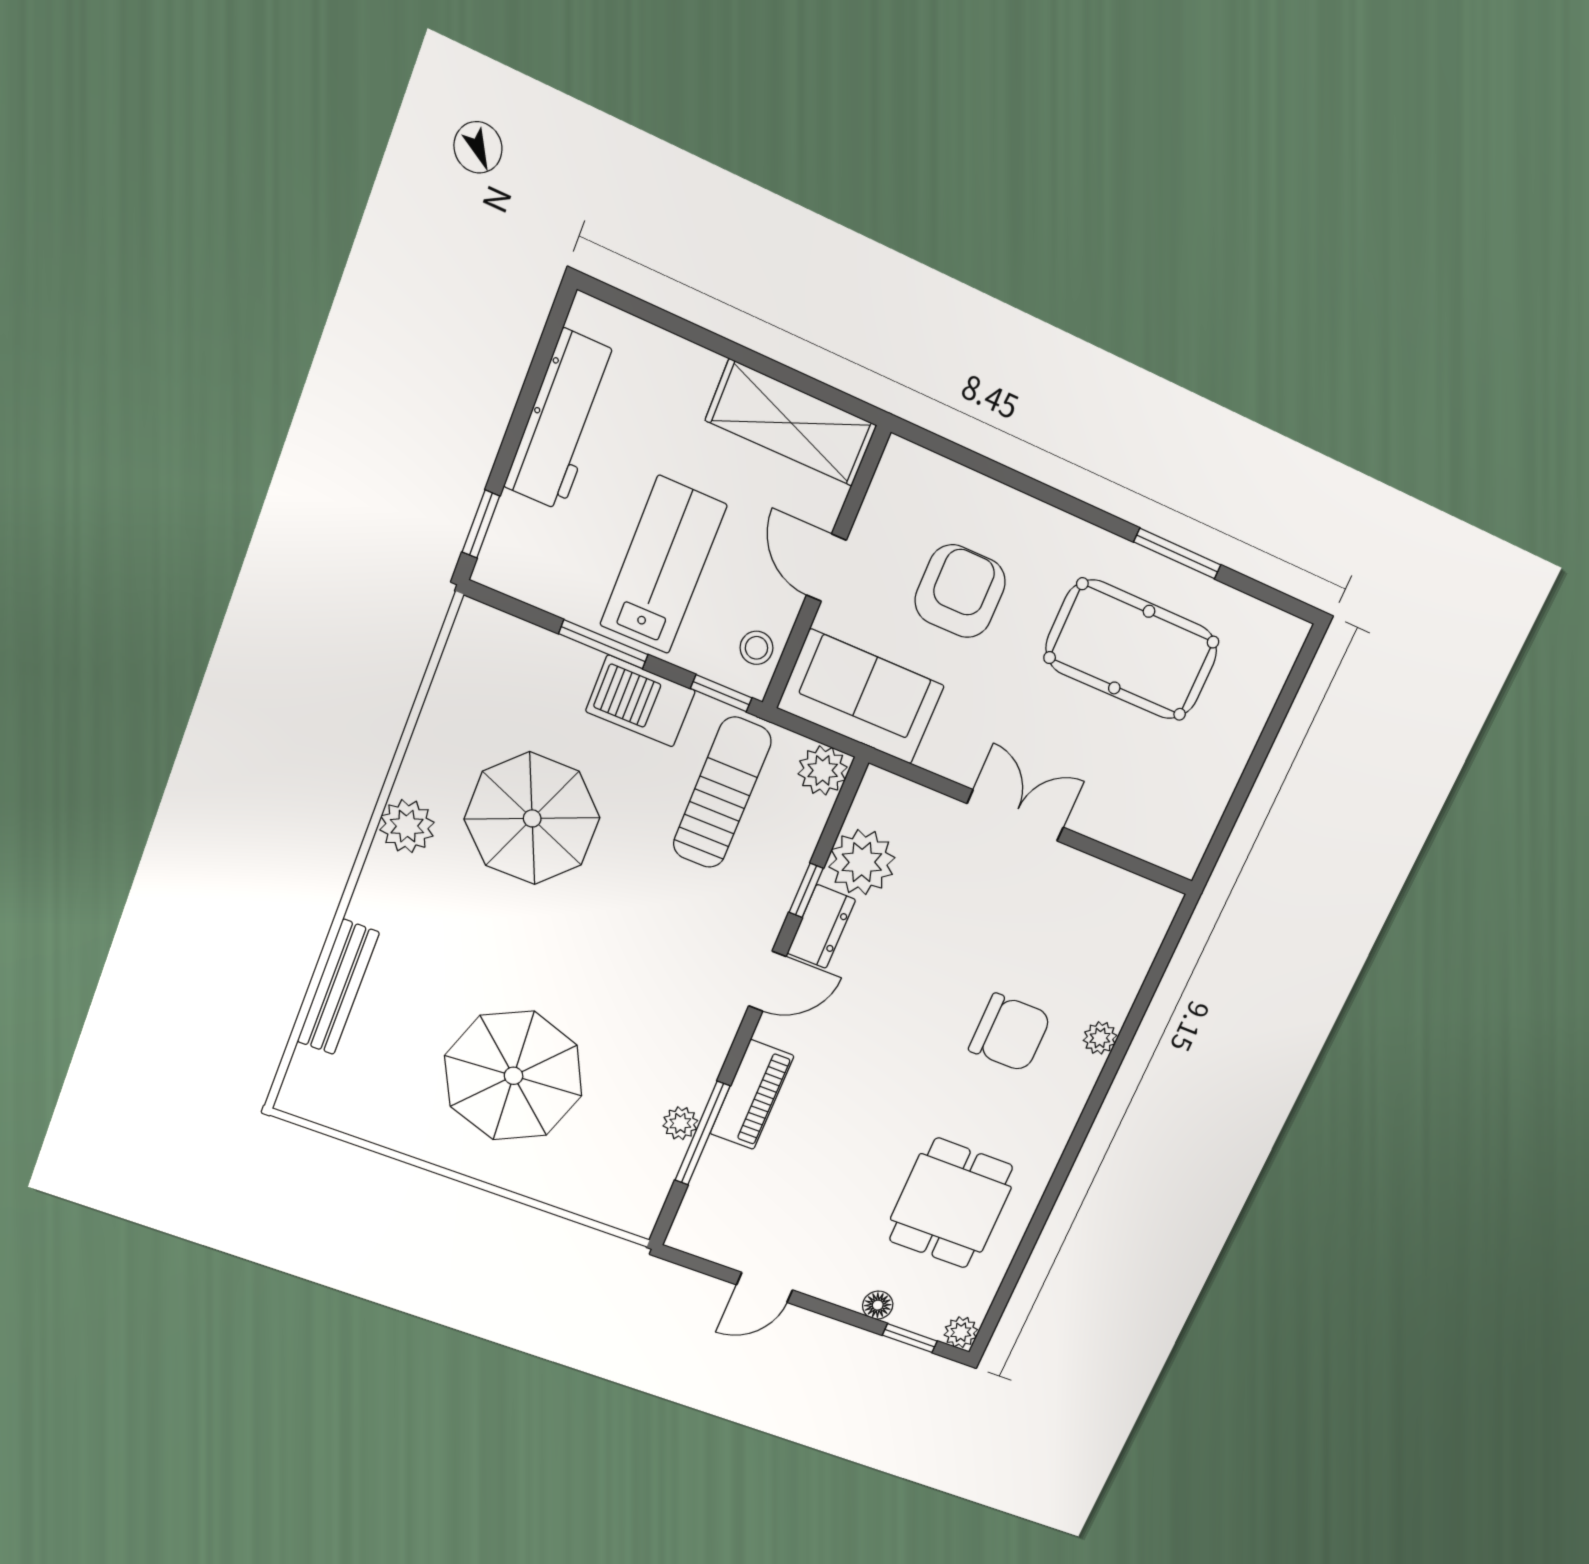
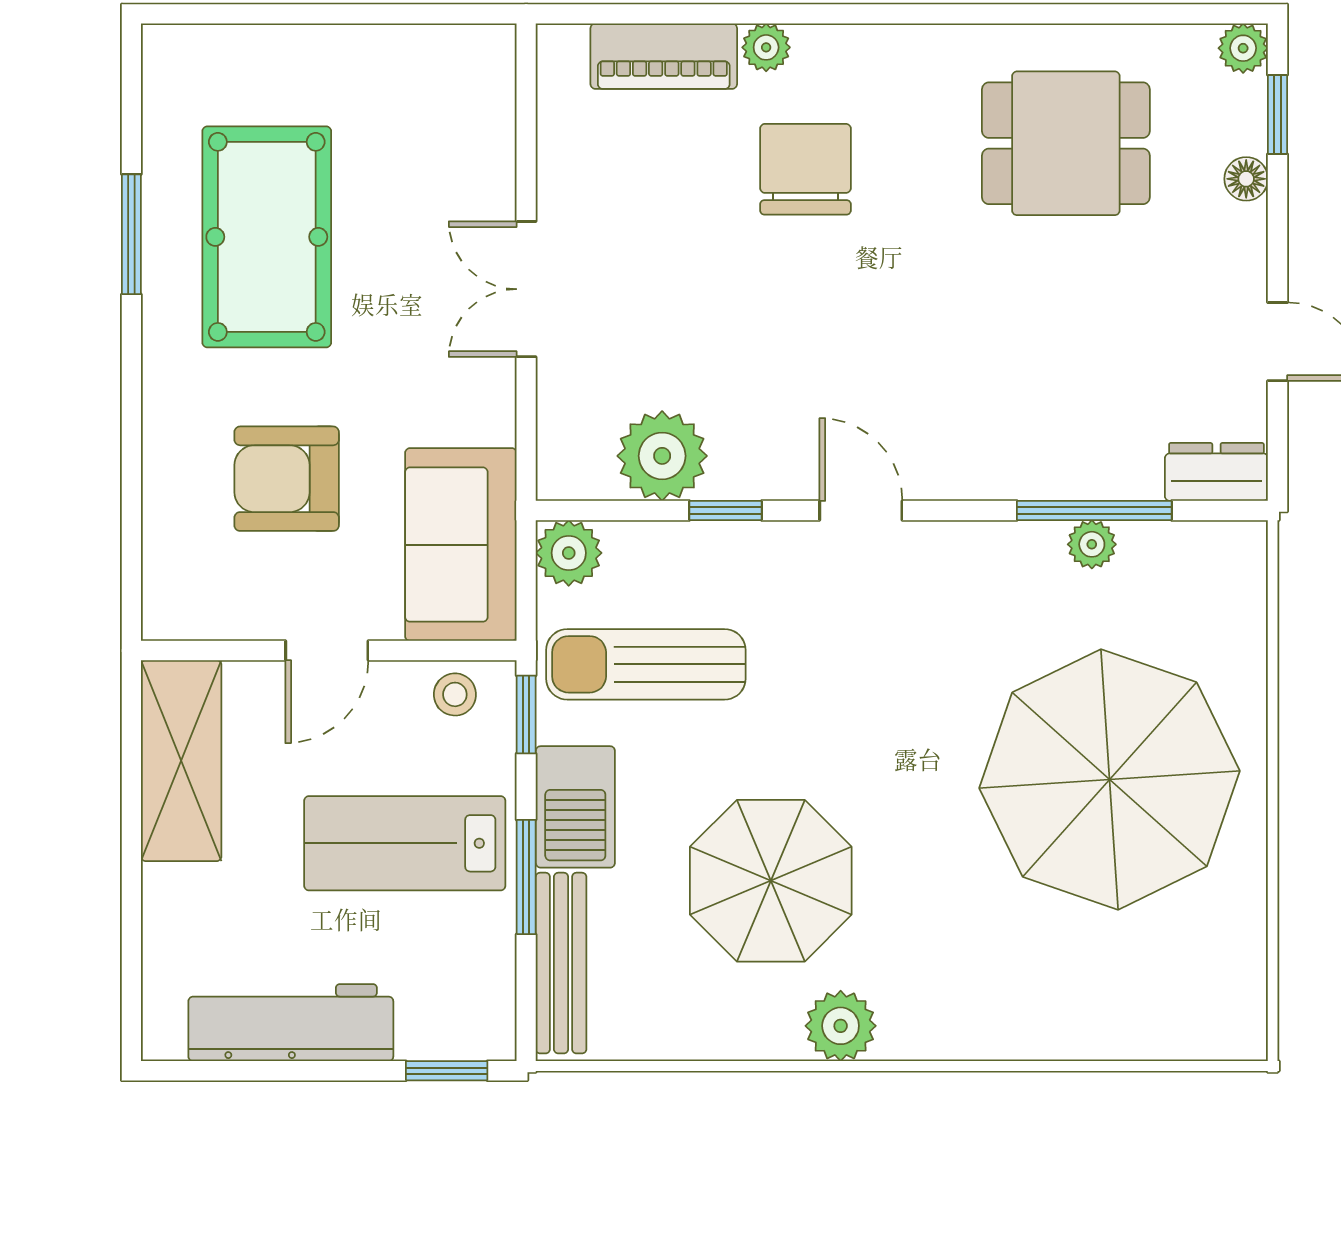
dresser: (821, 926) -> (1216, 472), moved
bench: (338, 987) -> (561, 963), moved, turned 90
parasol: (514, 1076) -> (1110, 779), width x1.36, depth x1.36
piano: (752, 1095) -> (664, 56), moved, turned 180

